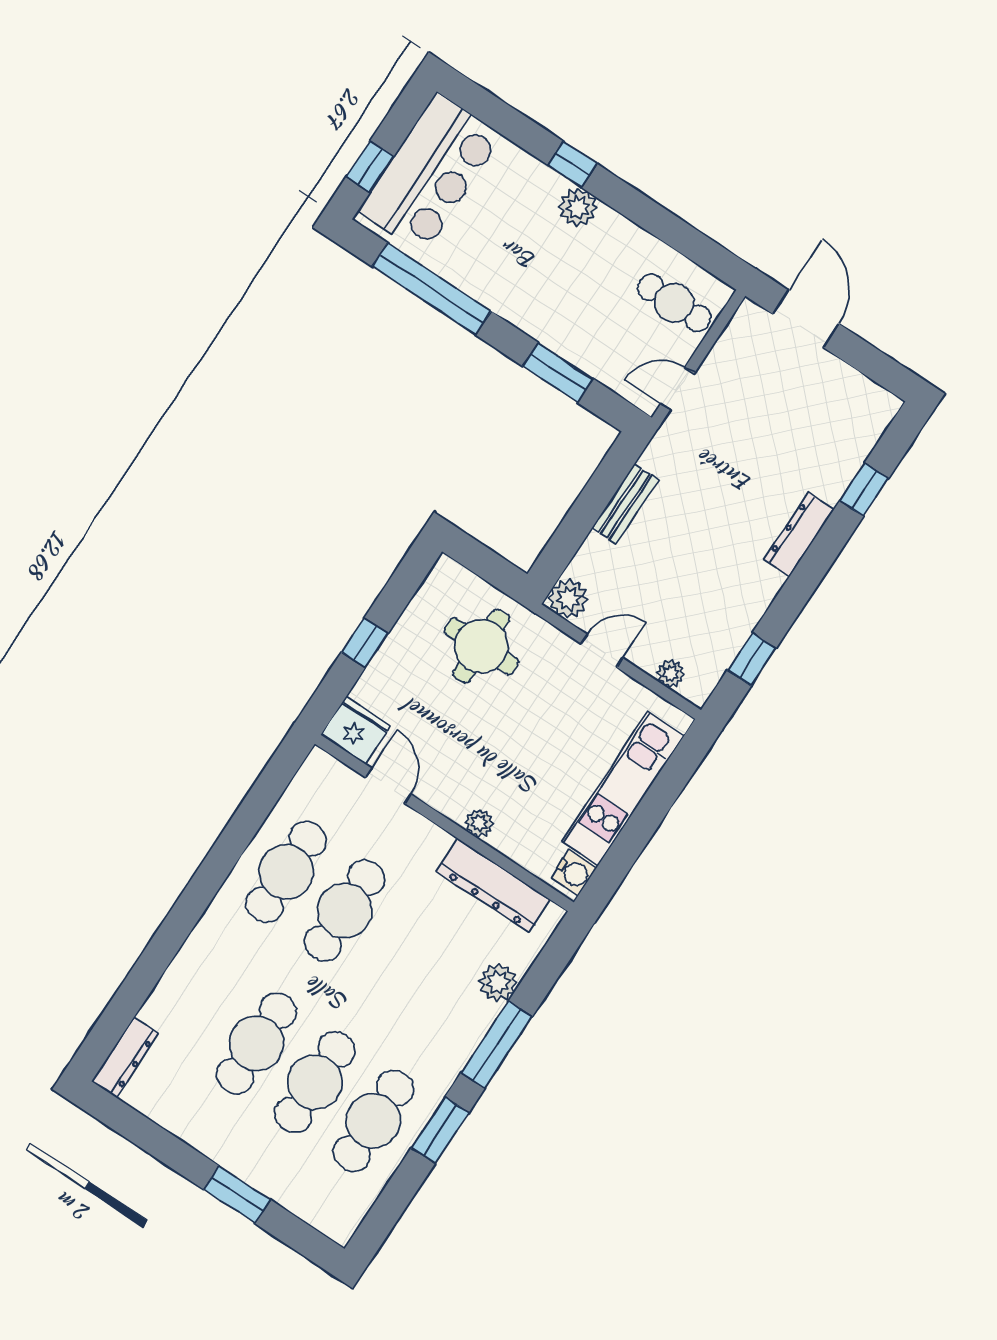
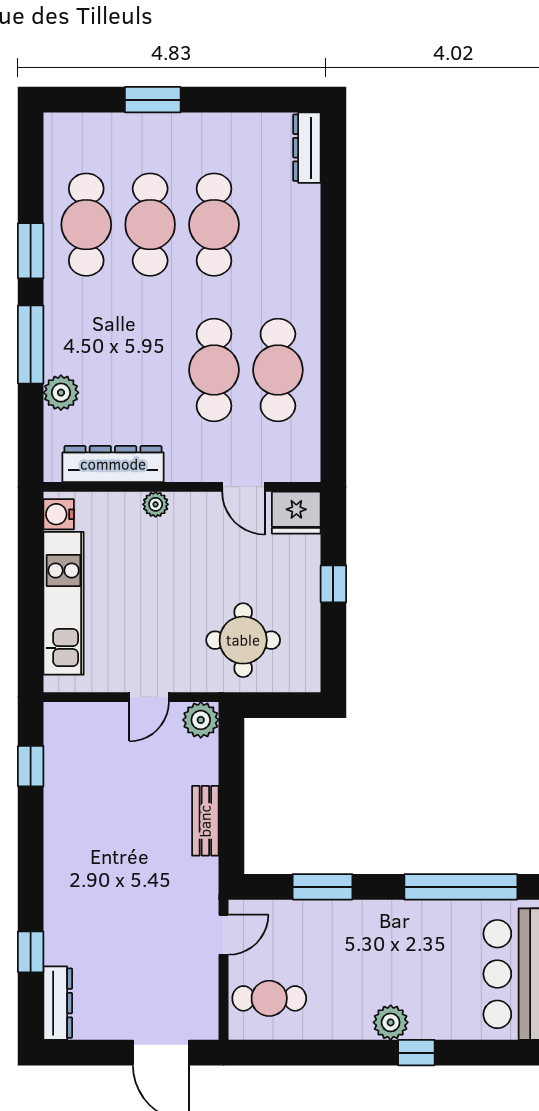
dresser: (799, 535) -> (58, 1003), moved
plant: (671, 674) -> (85, 714), removed

